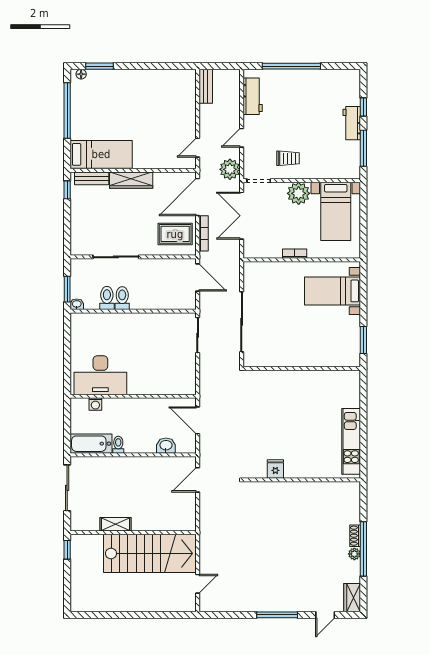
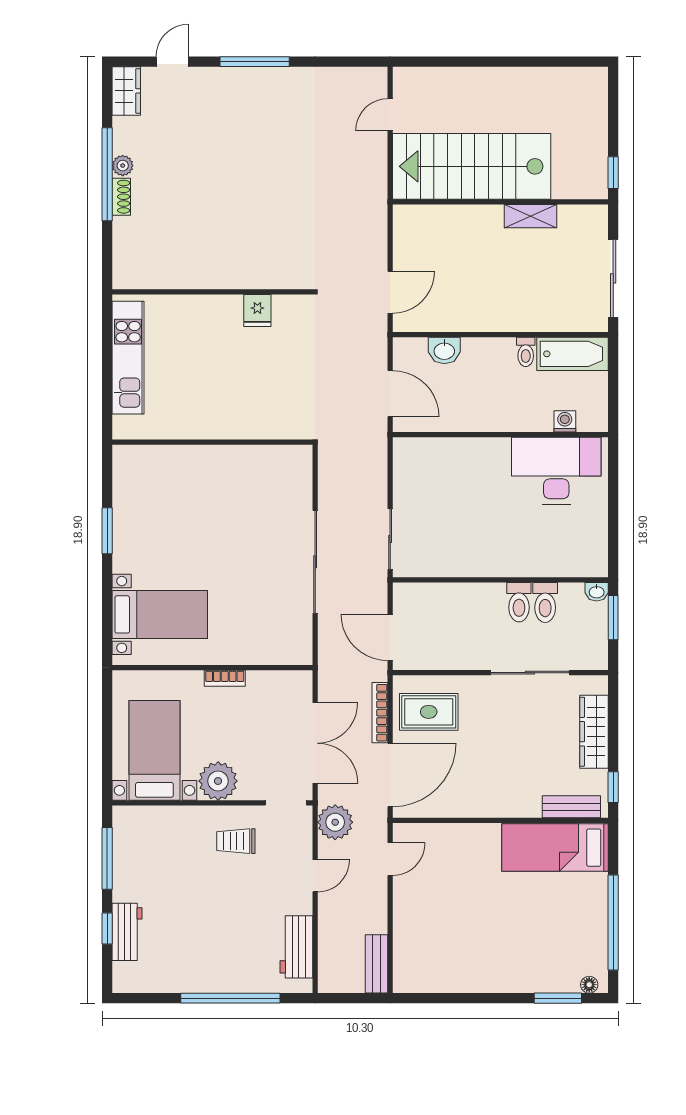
workbench: (352, 123) -> (127, 932), moved
wardrobe: (131, 180) -> (594, 732), moved, turned -90
wall: (302, 368) -> (212, 442), moved

